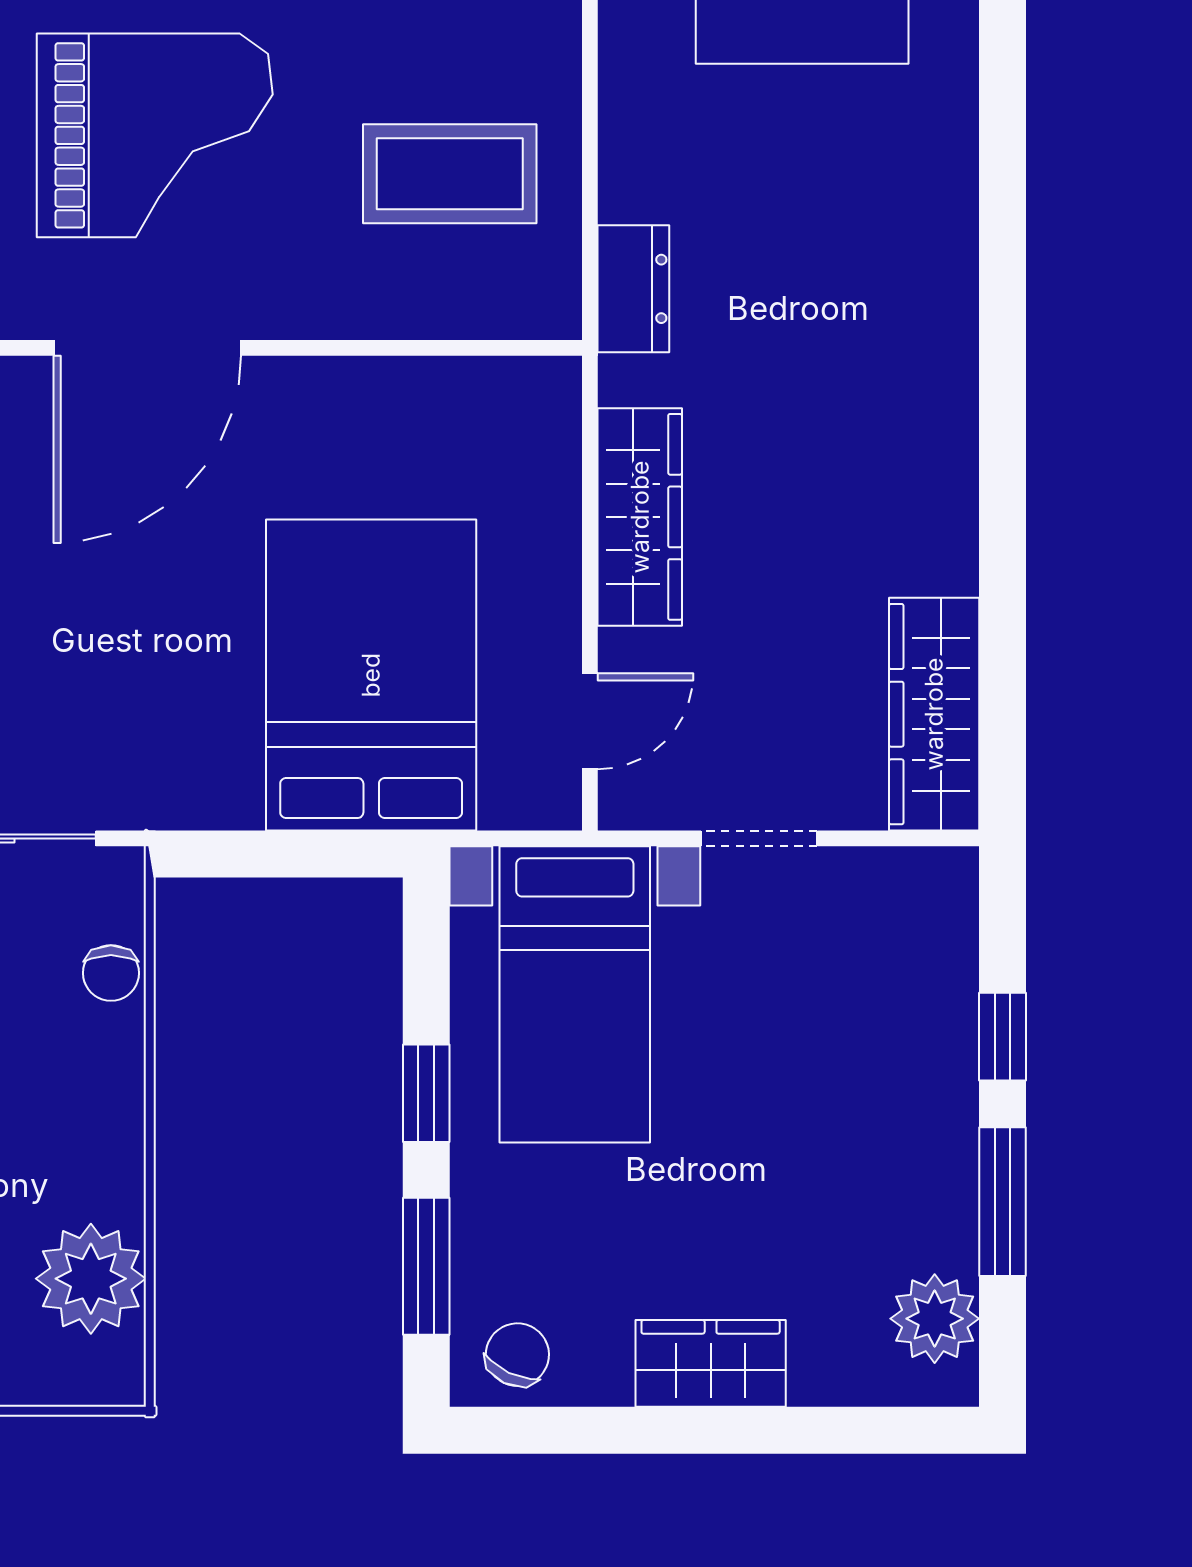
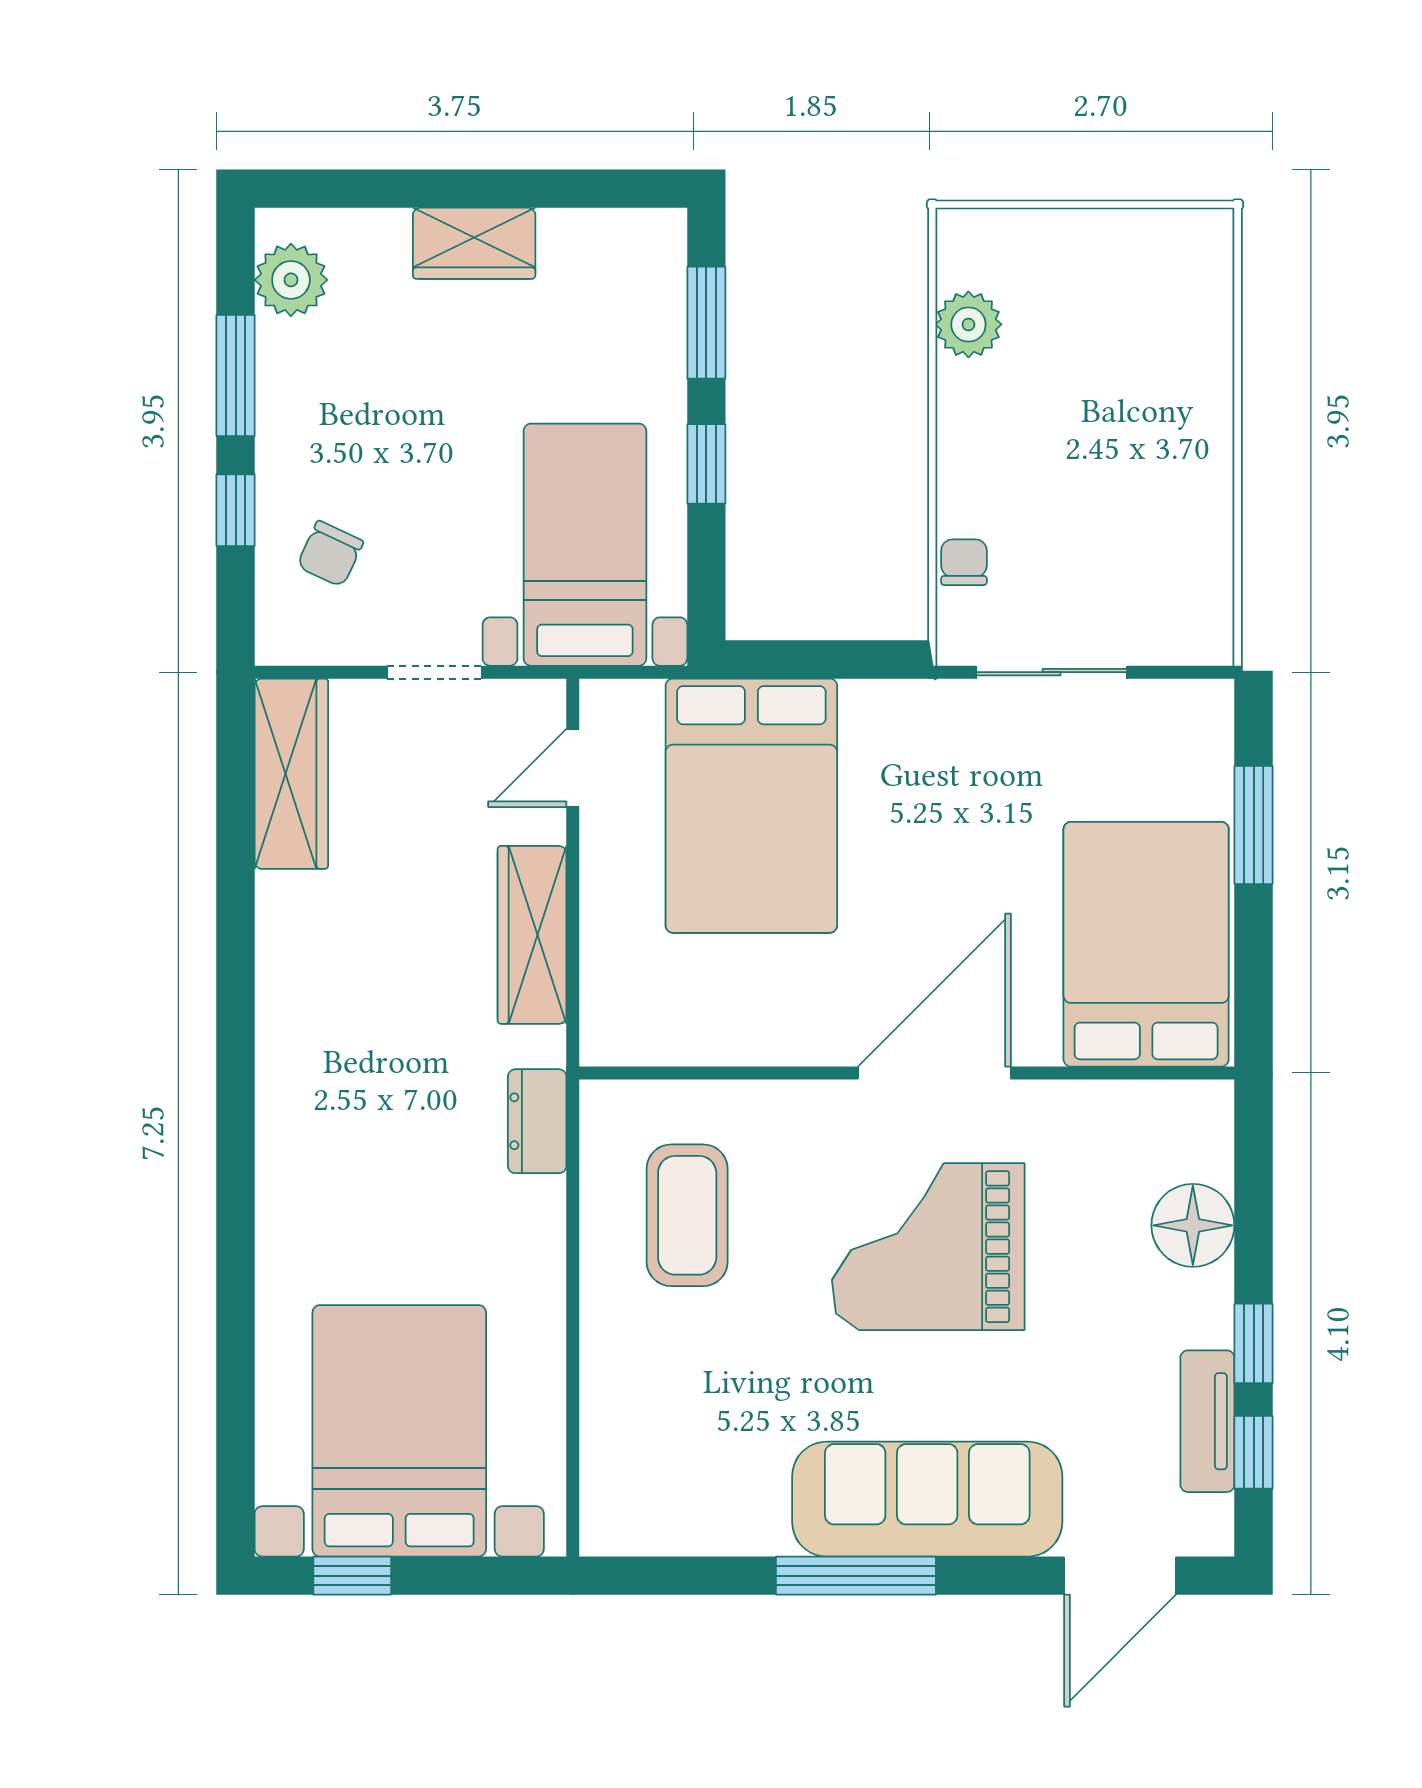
coffee table: (450, 174) -> (687, 1215), turned 90
plant: (91, 1279) -> (968, 324), width x0.73, depth x0.73
chair: (517, 1355) -> (330, 554), moved

